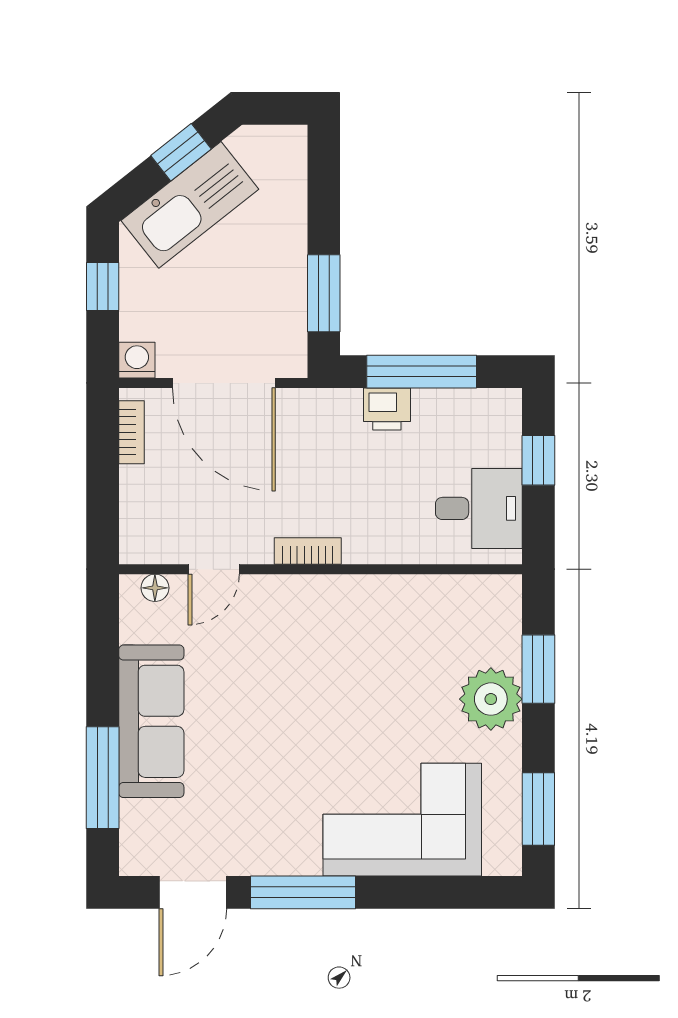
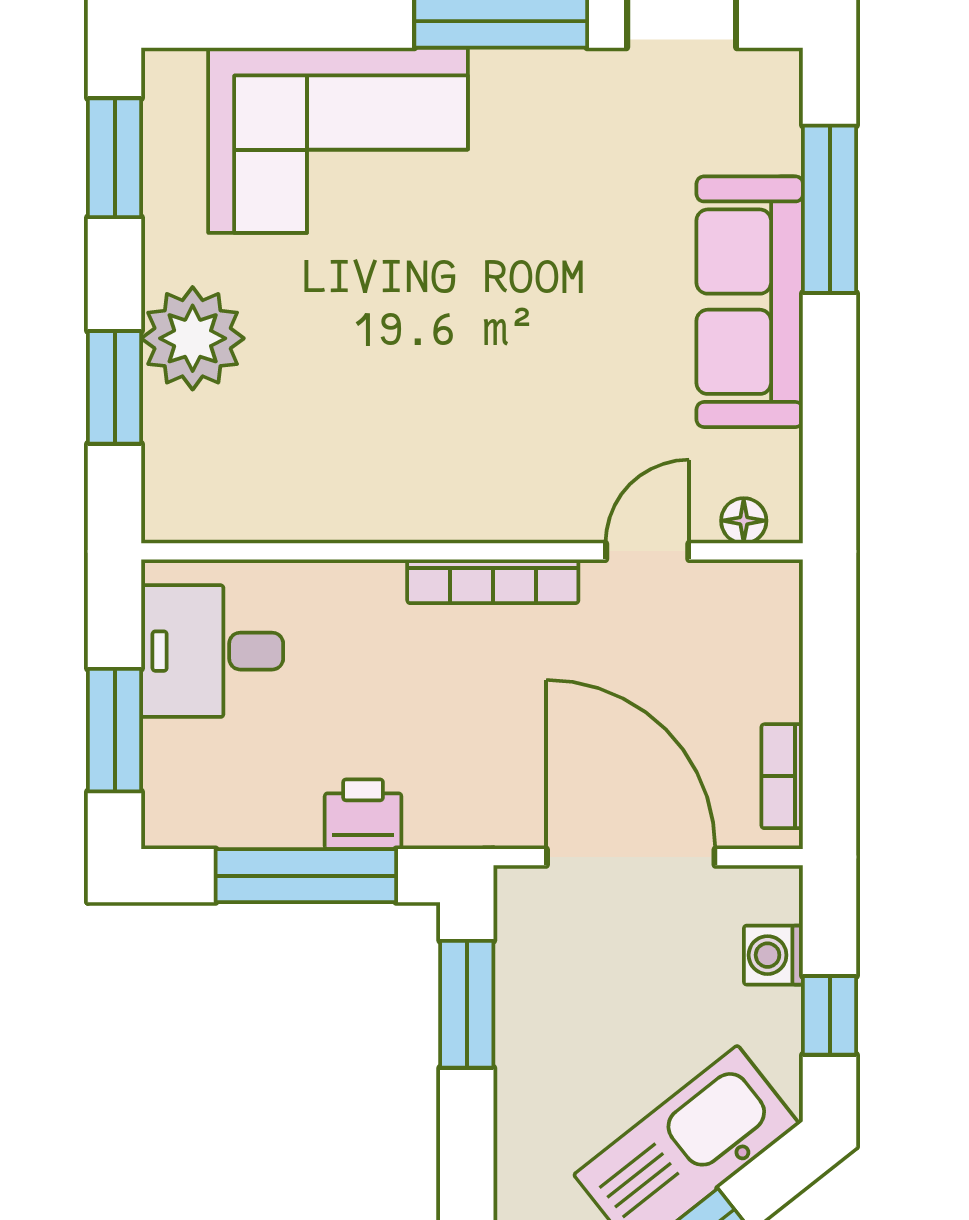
washing machine: (137, 360) -> (773, 955), moved, turned 90
window: (538, 460) -> (115, 730), width x1.50
bookcase: (308, 551) -> (493, 581), width x1.56

